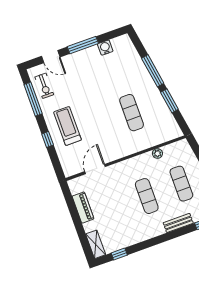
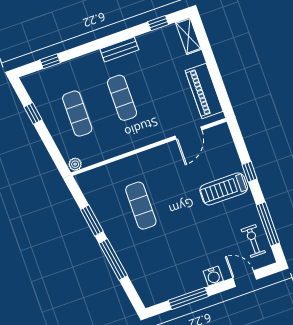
window: (83, 45) -> (188, 298), moved
water cooler: (105, 48) -> (213, 276), moved
treadmill: (67, 126) -> (224, 189), turned 90
plant: (157, 153) -> (75, 164), moved
piano: (83, 208) -> (204, 91), width x1.37, depth x1.33
bench: (178, 223) -> (119, 49), moved

